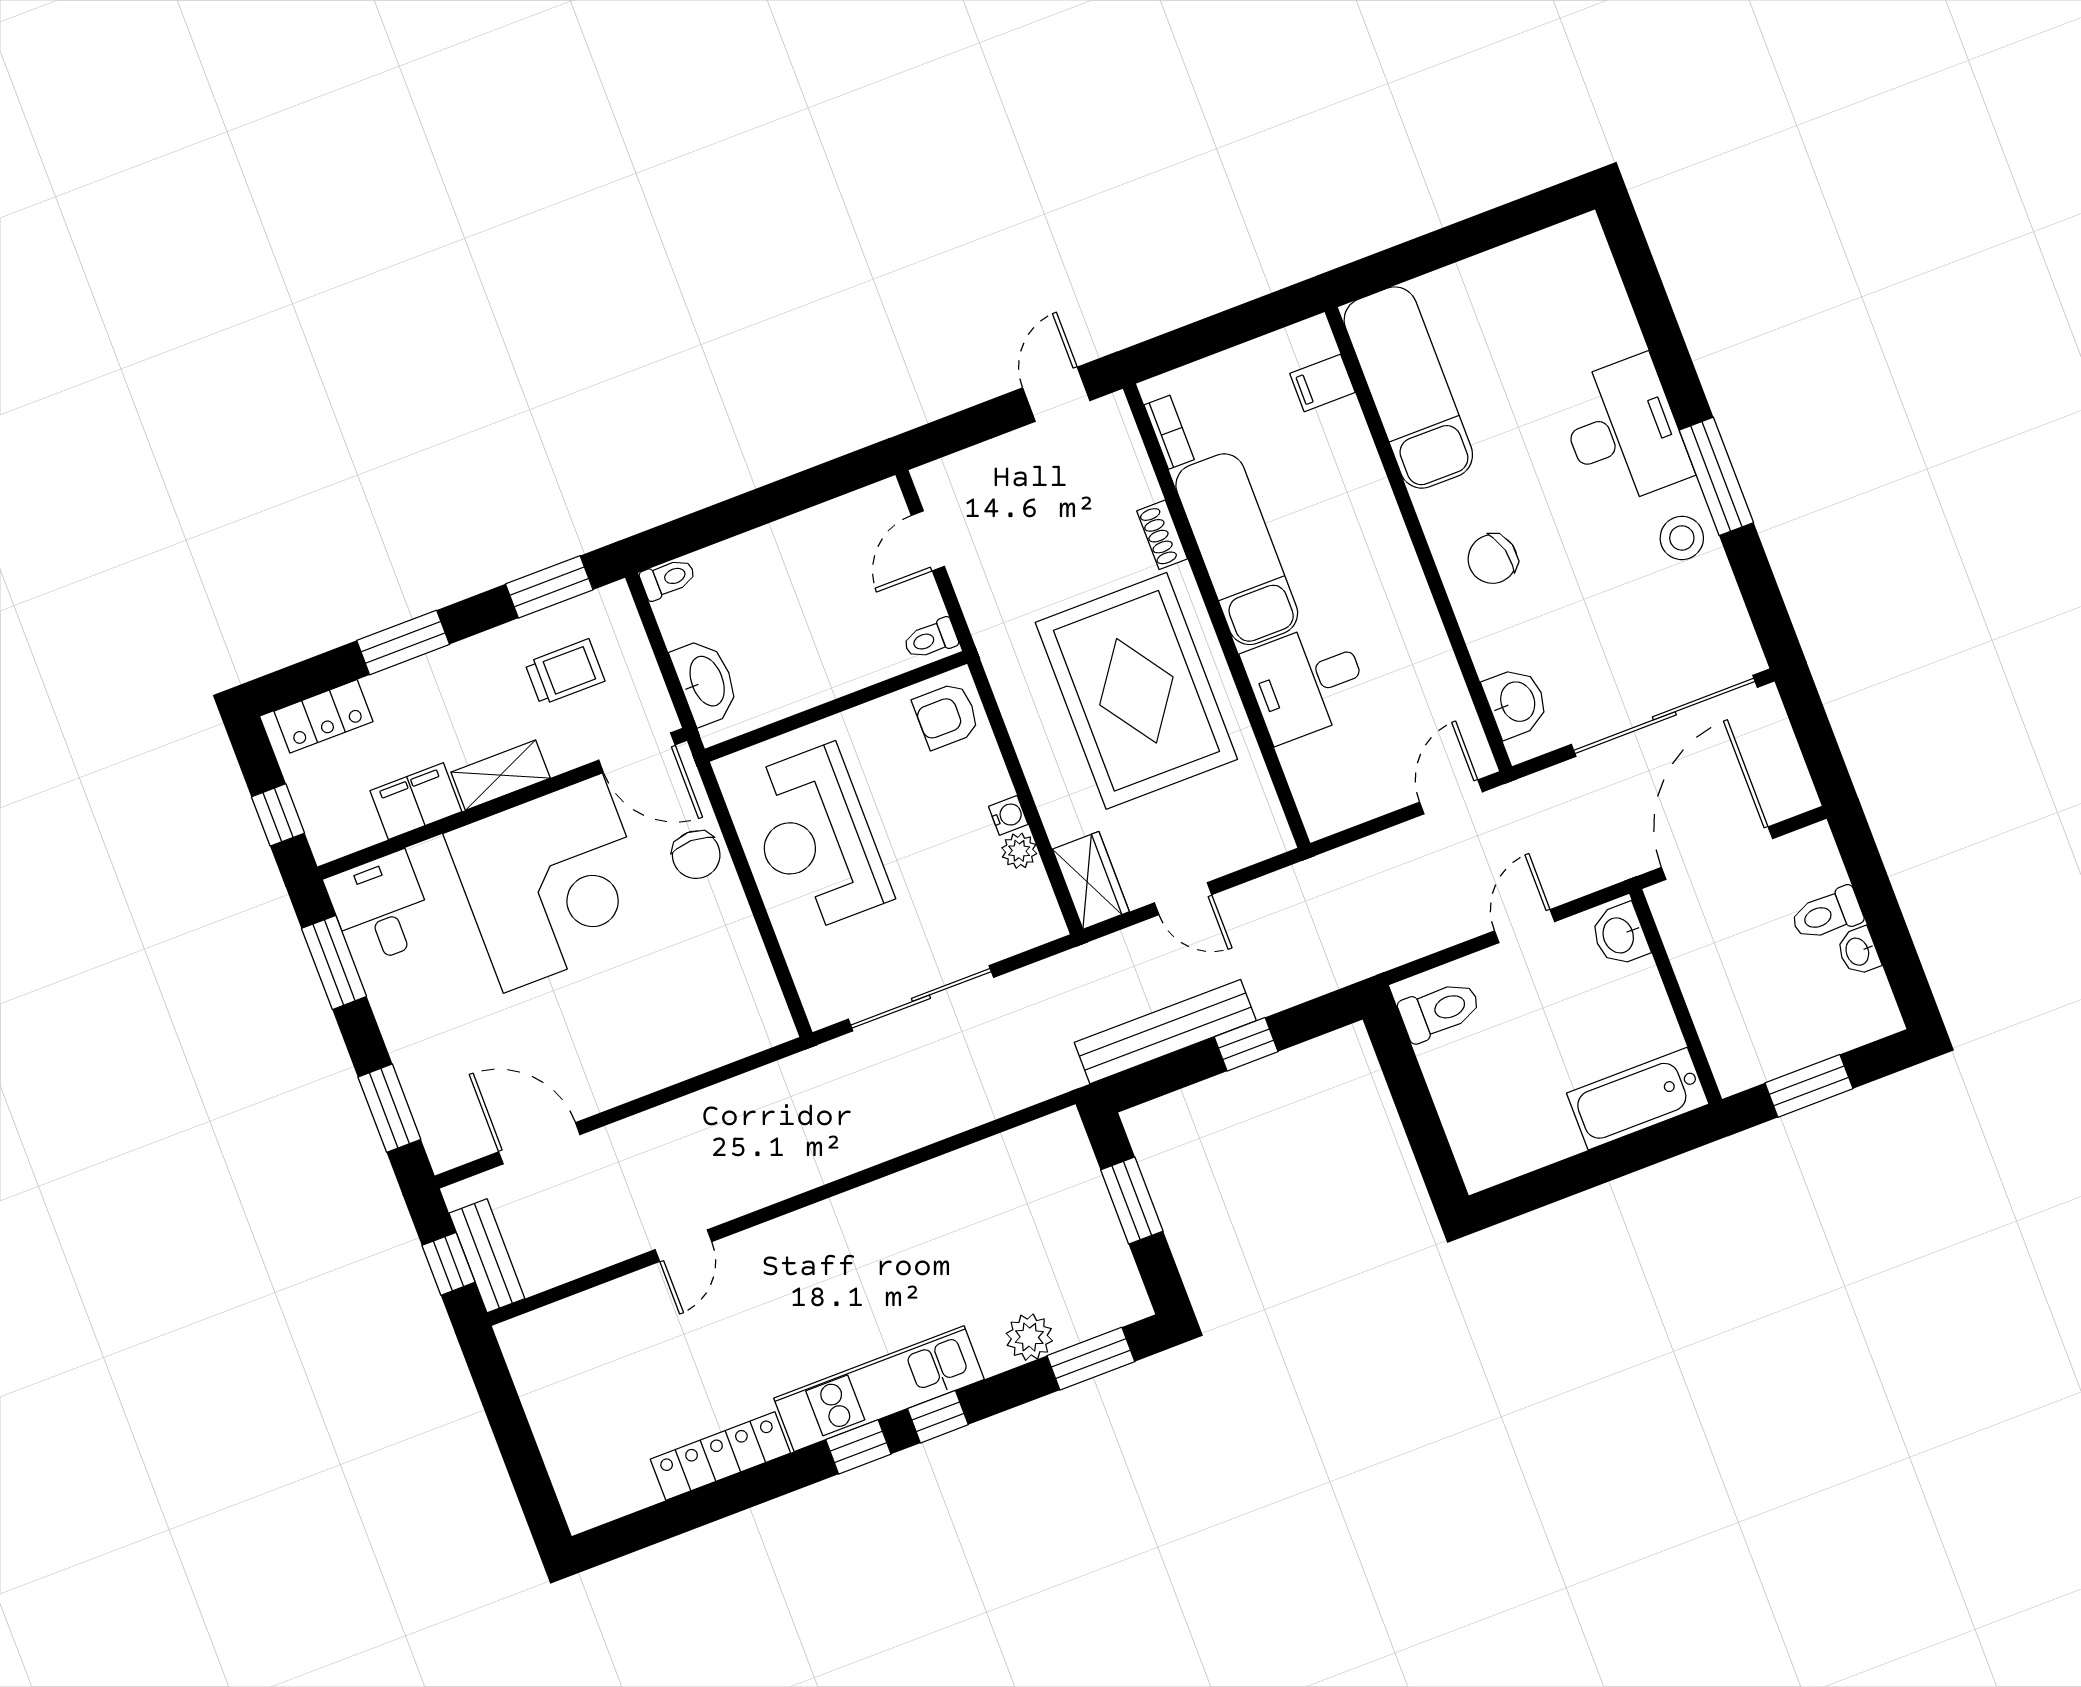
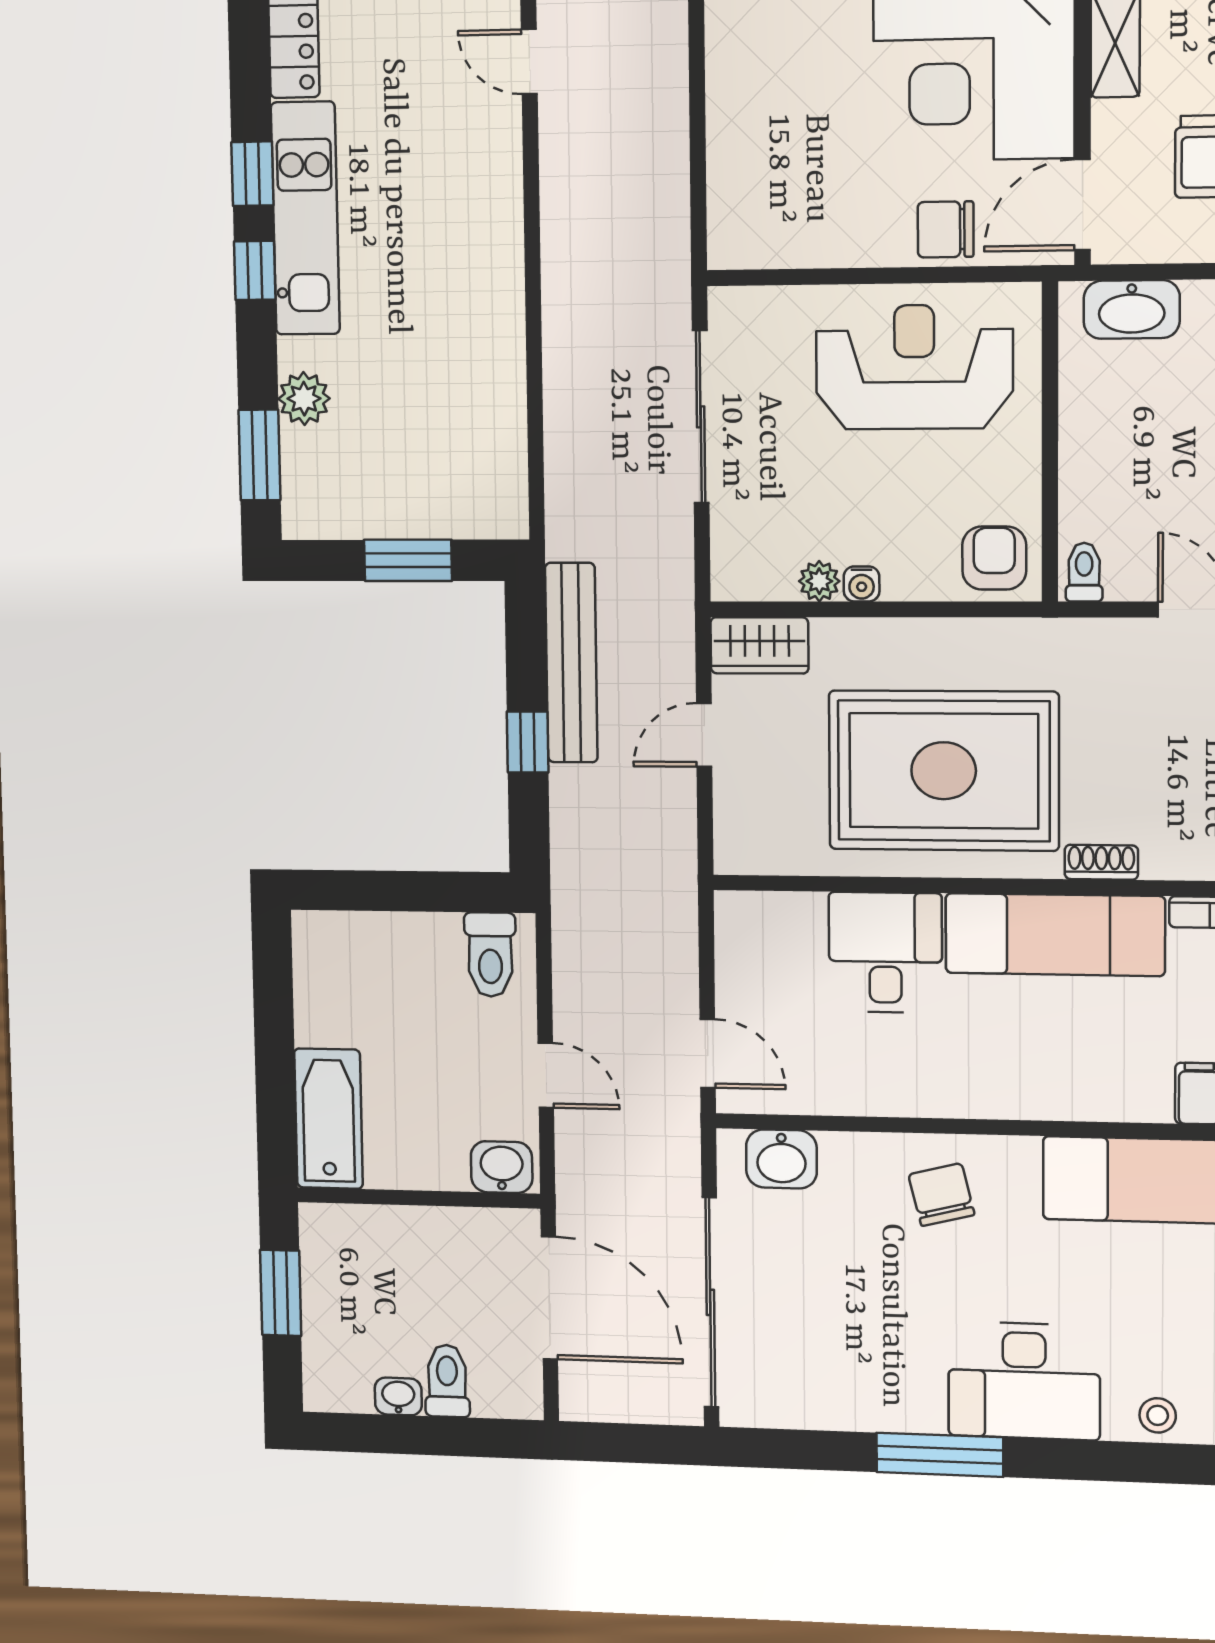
stool: (1682, 538) -> (1158, 1415), moved, width x0.73, depth x0.73

